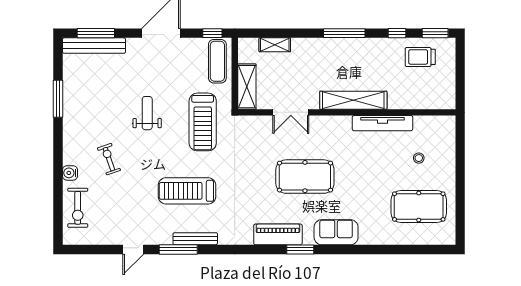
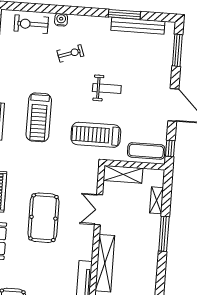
window: (344, 33) -> (164, 234), moved
bench: (94, 46) -> (138, 26), moved, turned 90
treadmill: (187, 191) -> (39, 117), turned 180

